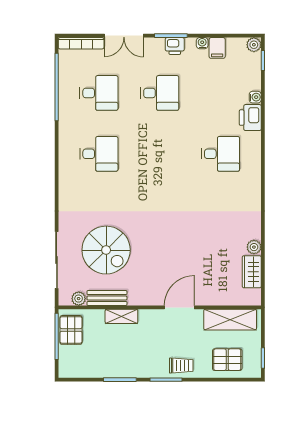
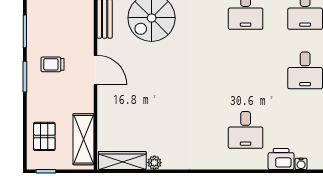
wardrobe: (252, 272) -> (122, 160), width x1.50
door: (179, 307) -> (95, 70), moved
shelving: (121, 316) -> (87, 33), removed
trolley: (181, 366) -> (52, 64), moved, turned 90

